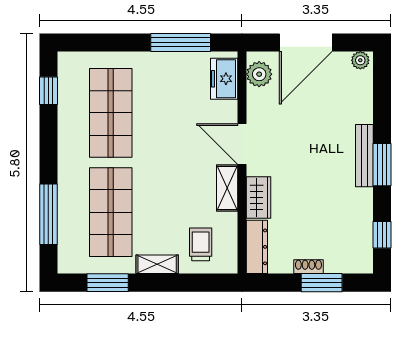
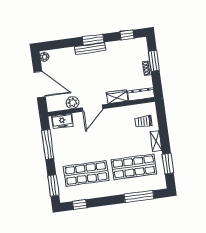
window: (95, 42) -> (53, 185), added
plant: (259, 74) -> (73, 103), moved
shelving: (227, 188) -> (115, 112), removed

